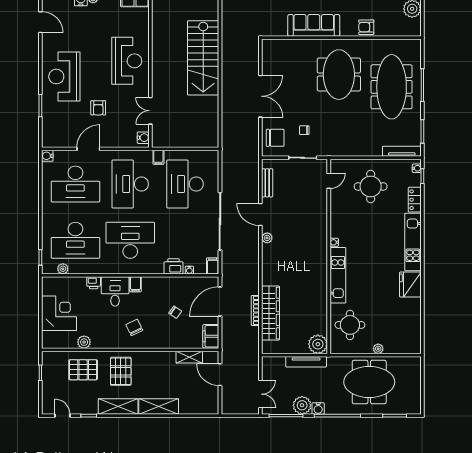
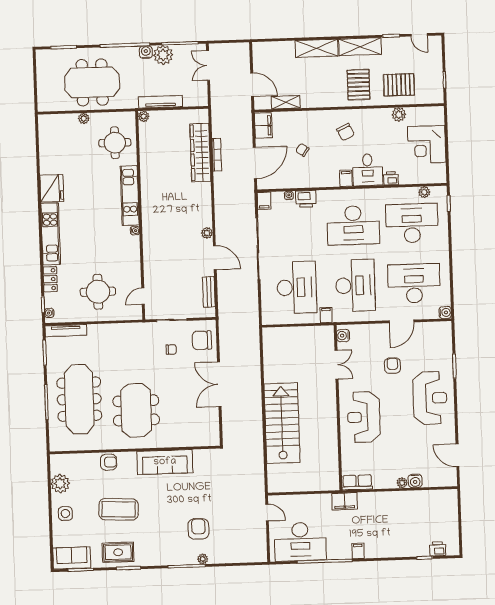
plant: (318, 344) -> (144, 116), width x0.53, depth x0.53

